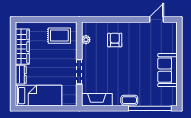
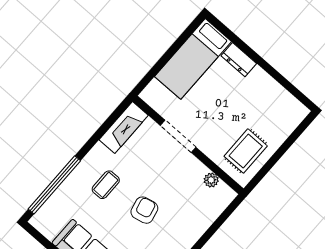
armchair: (115, 40) -> (144, 210), moved, turned -103
wardrobe: (22, 47) -> (272, 92), removed
coffee table: (129, 100) -> (106, 185), moved

